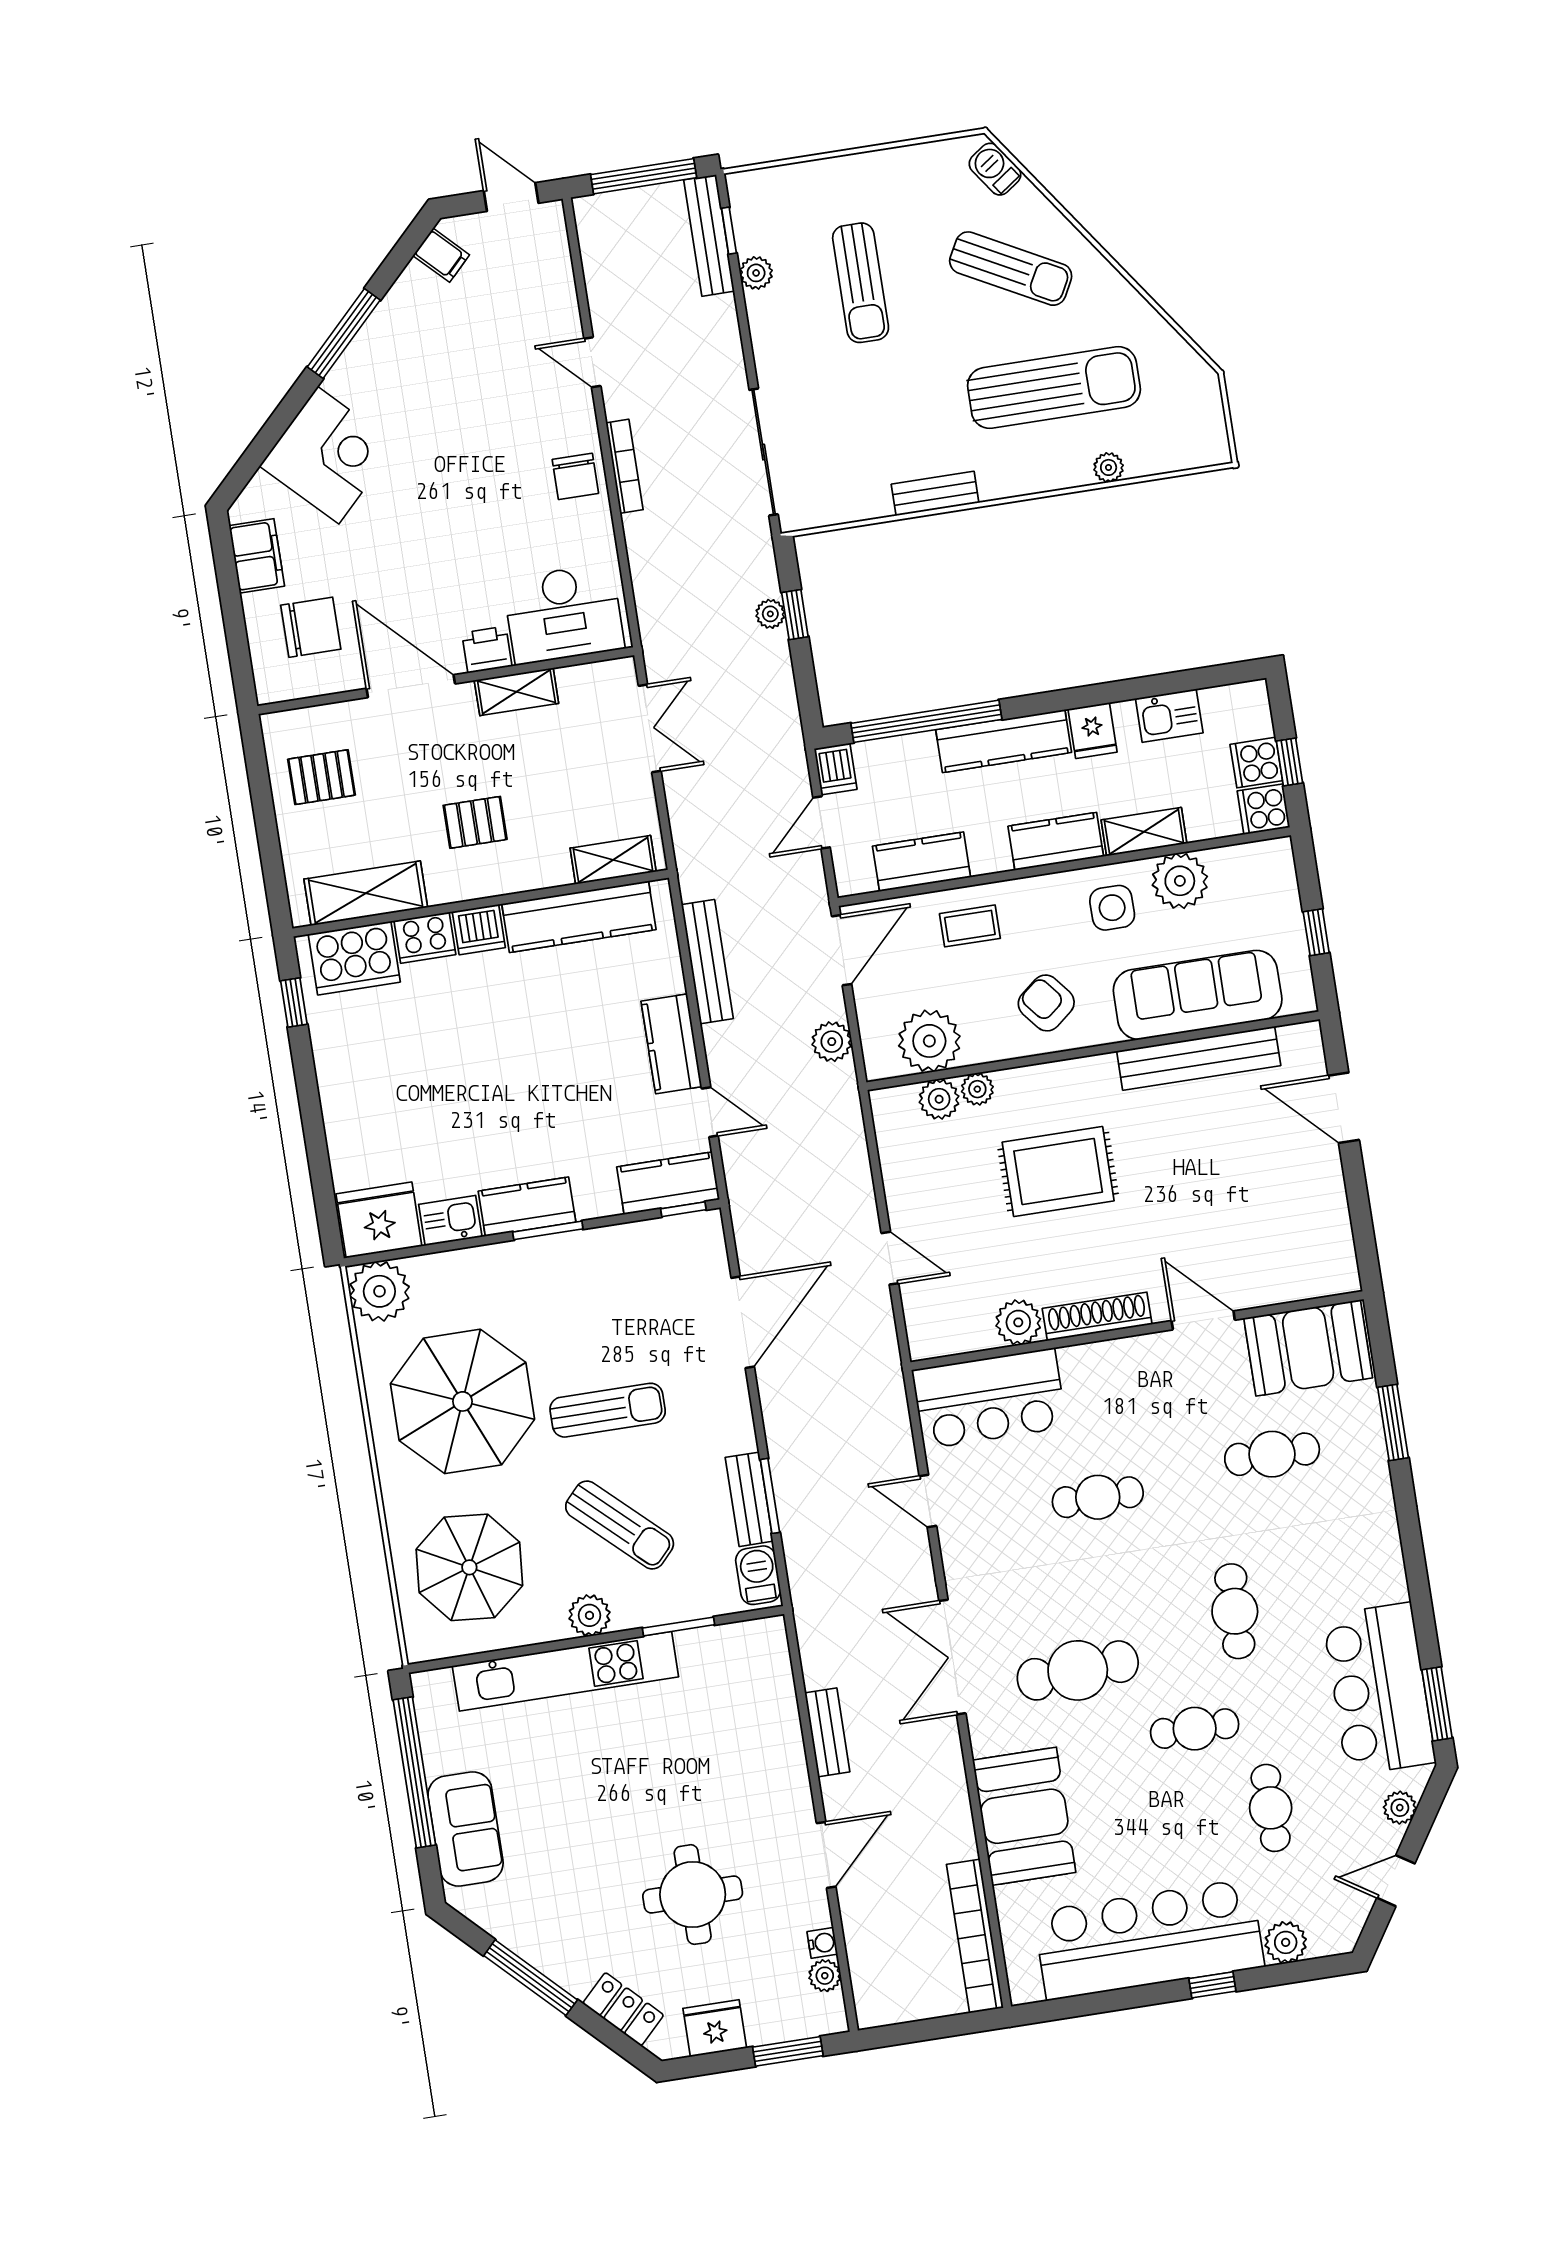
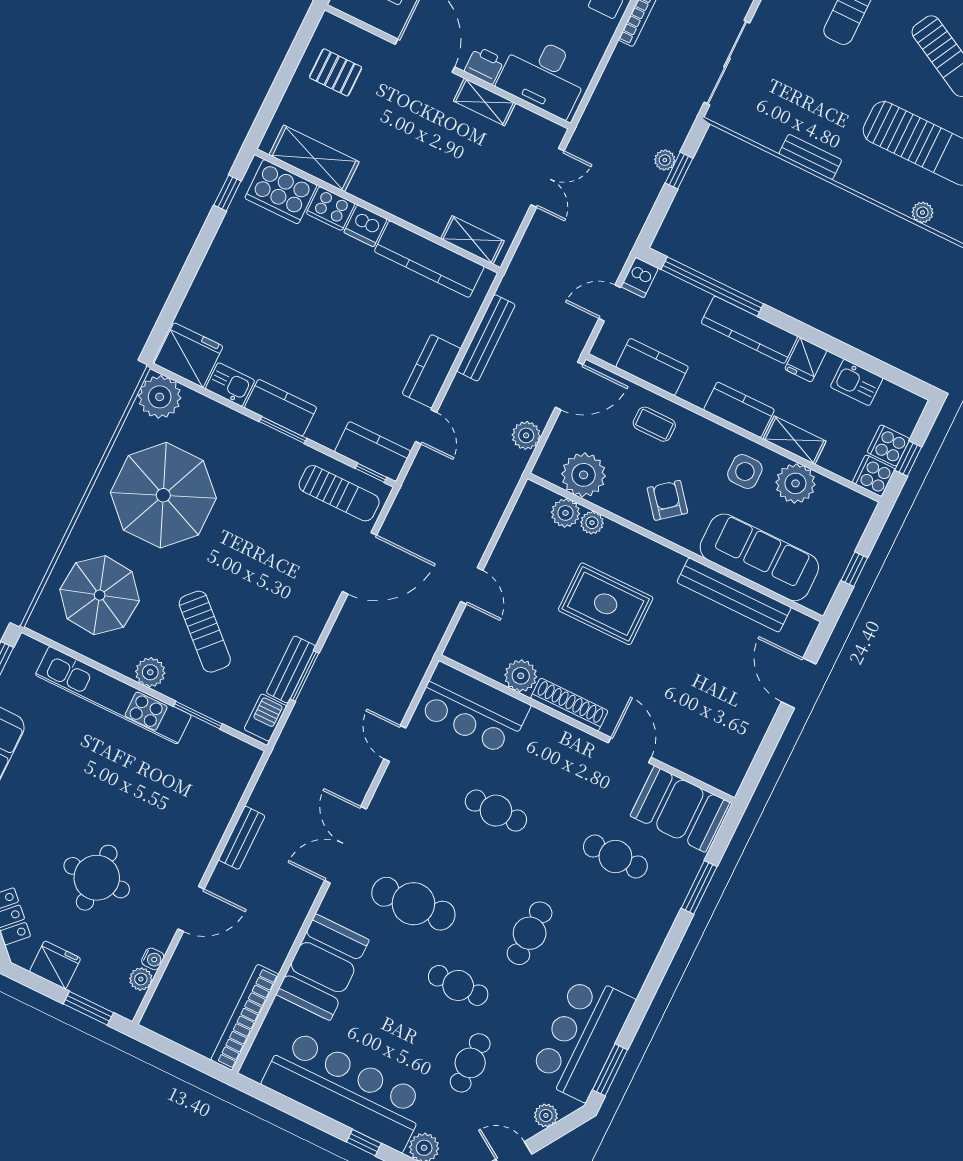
pallet: (475, 822) -> (407, 162), removed
sun lounger: (608, 1410) -> (339, 493), moved

